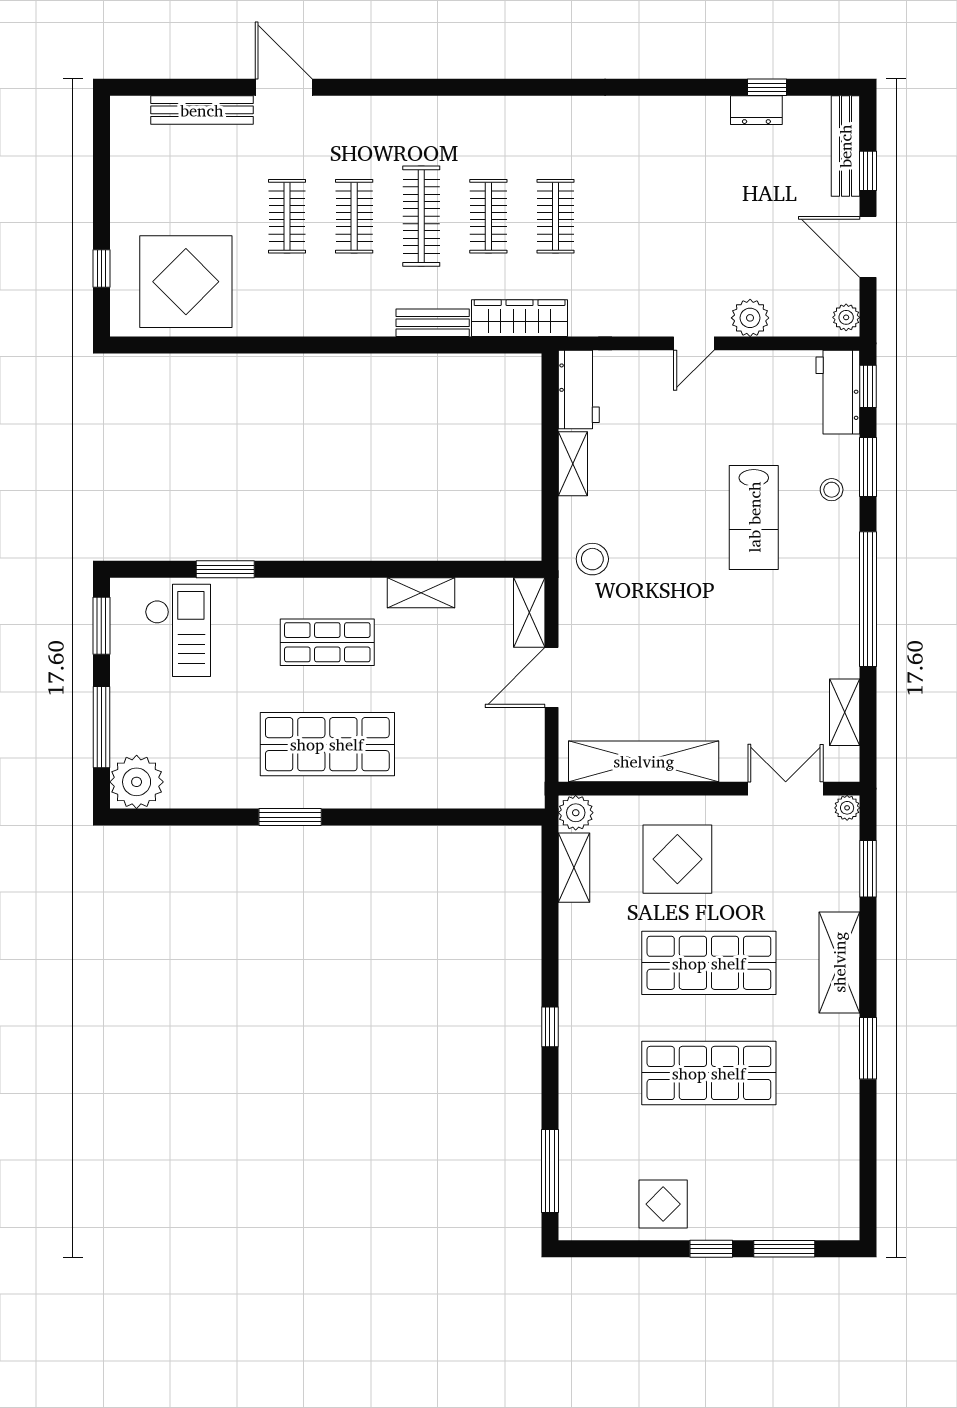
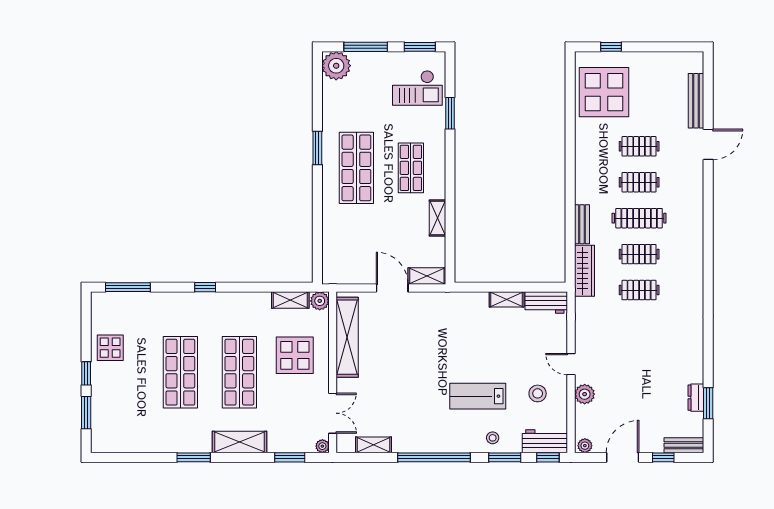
window: (767, 87) -> (708, 403), width x1.50
bench: (845, 146) -> (684, 445), width x0.73
stool: (592, 559) -> (538, 393), moved

